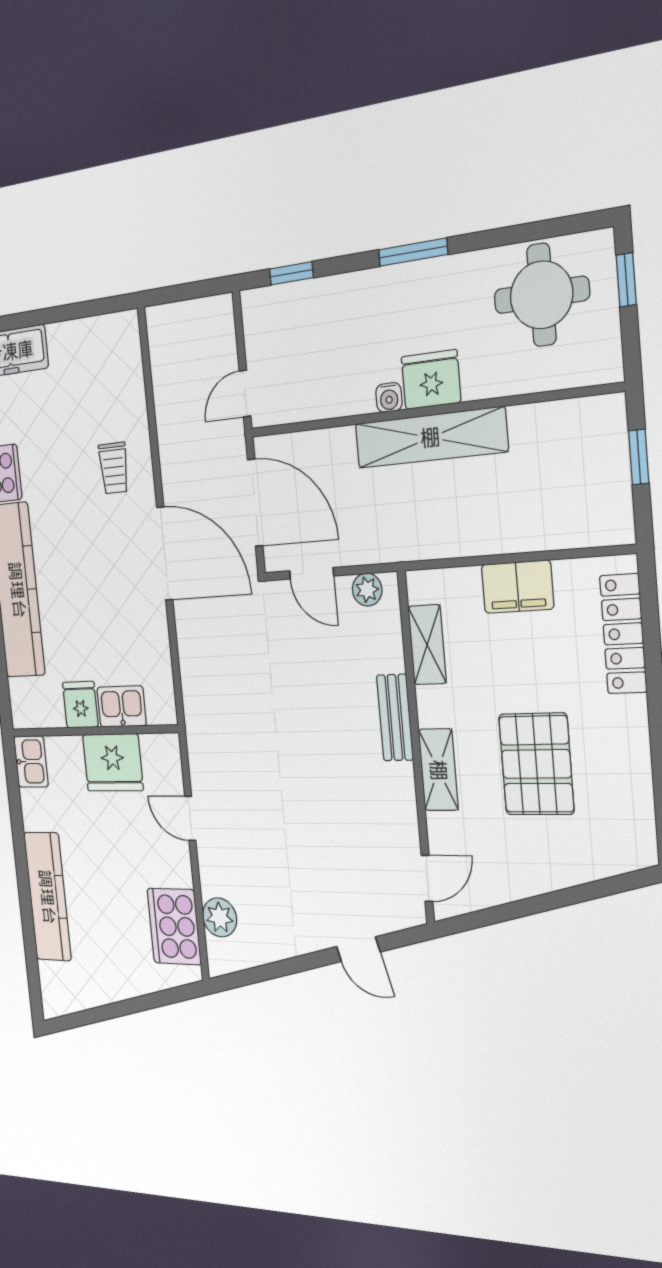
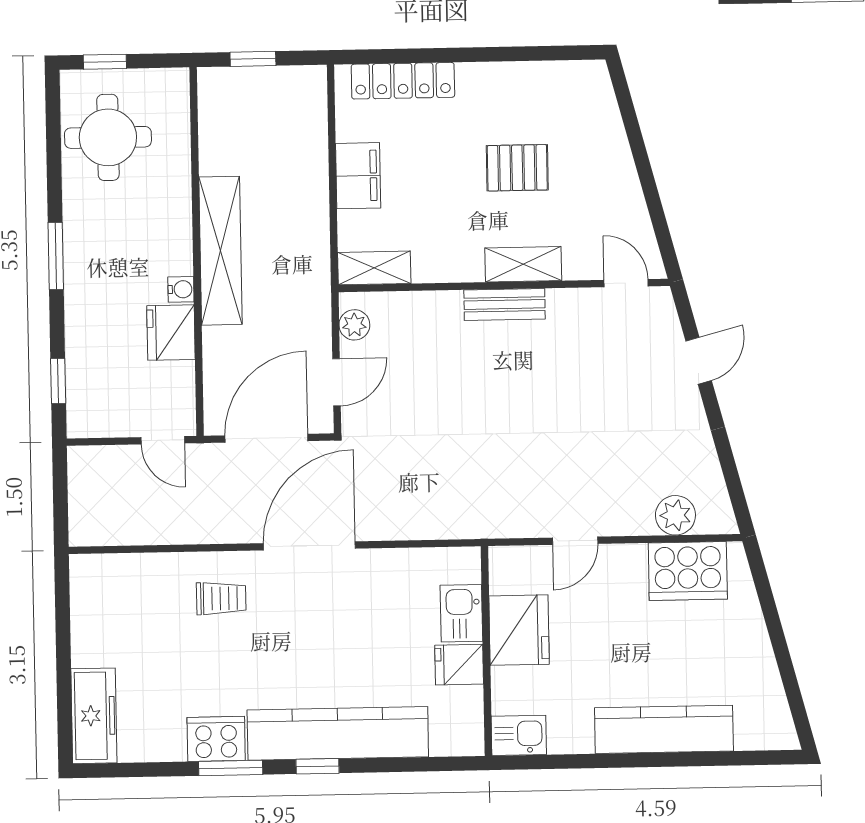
fridge: (431, 380) -> (171, 333), moved
shelving: (427, 645) -> (374, 268), moved
bench: (395, 718) -> (505, 304), moved
pallet: (536, 764) -> (517, 168), width x0.67, depth x0.71

